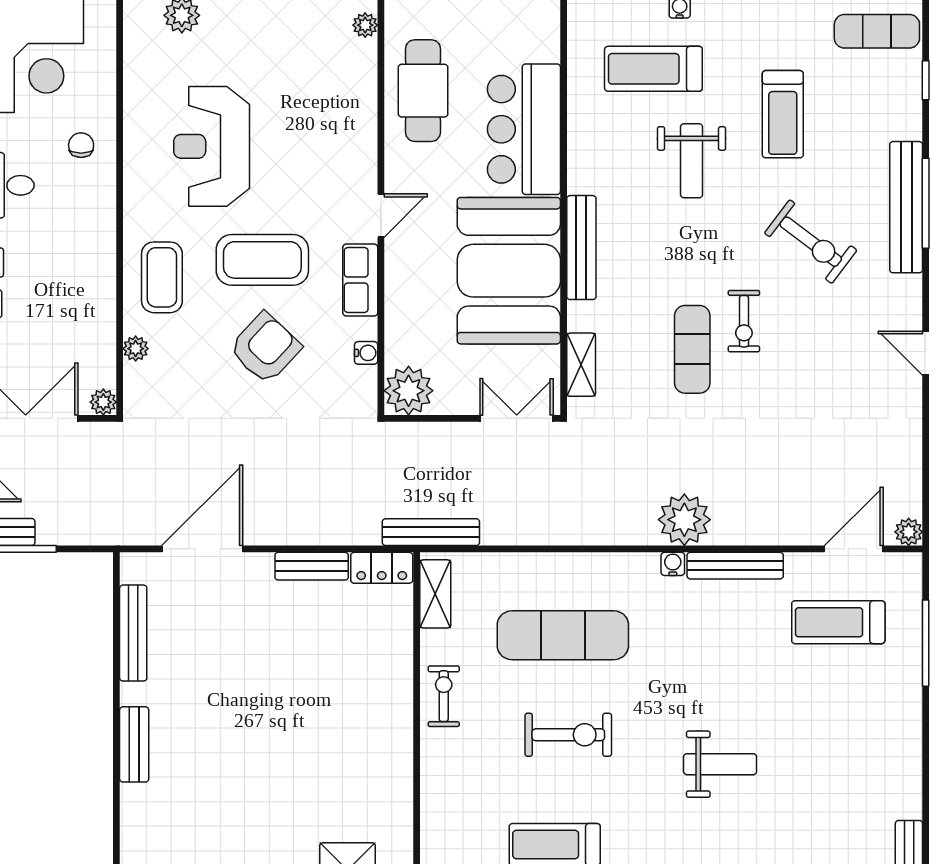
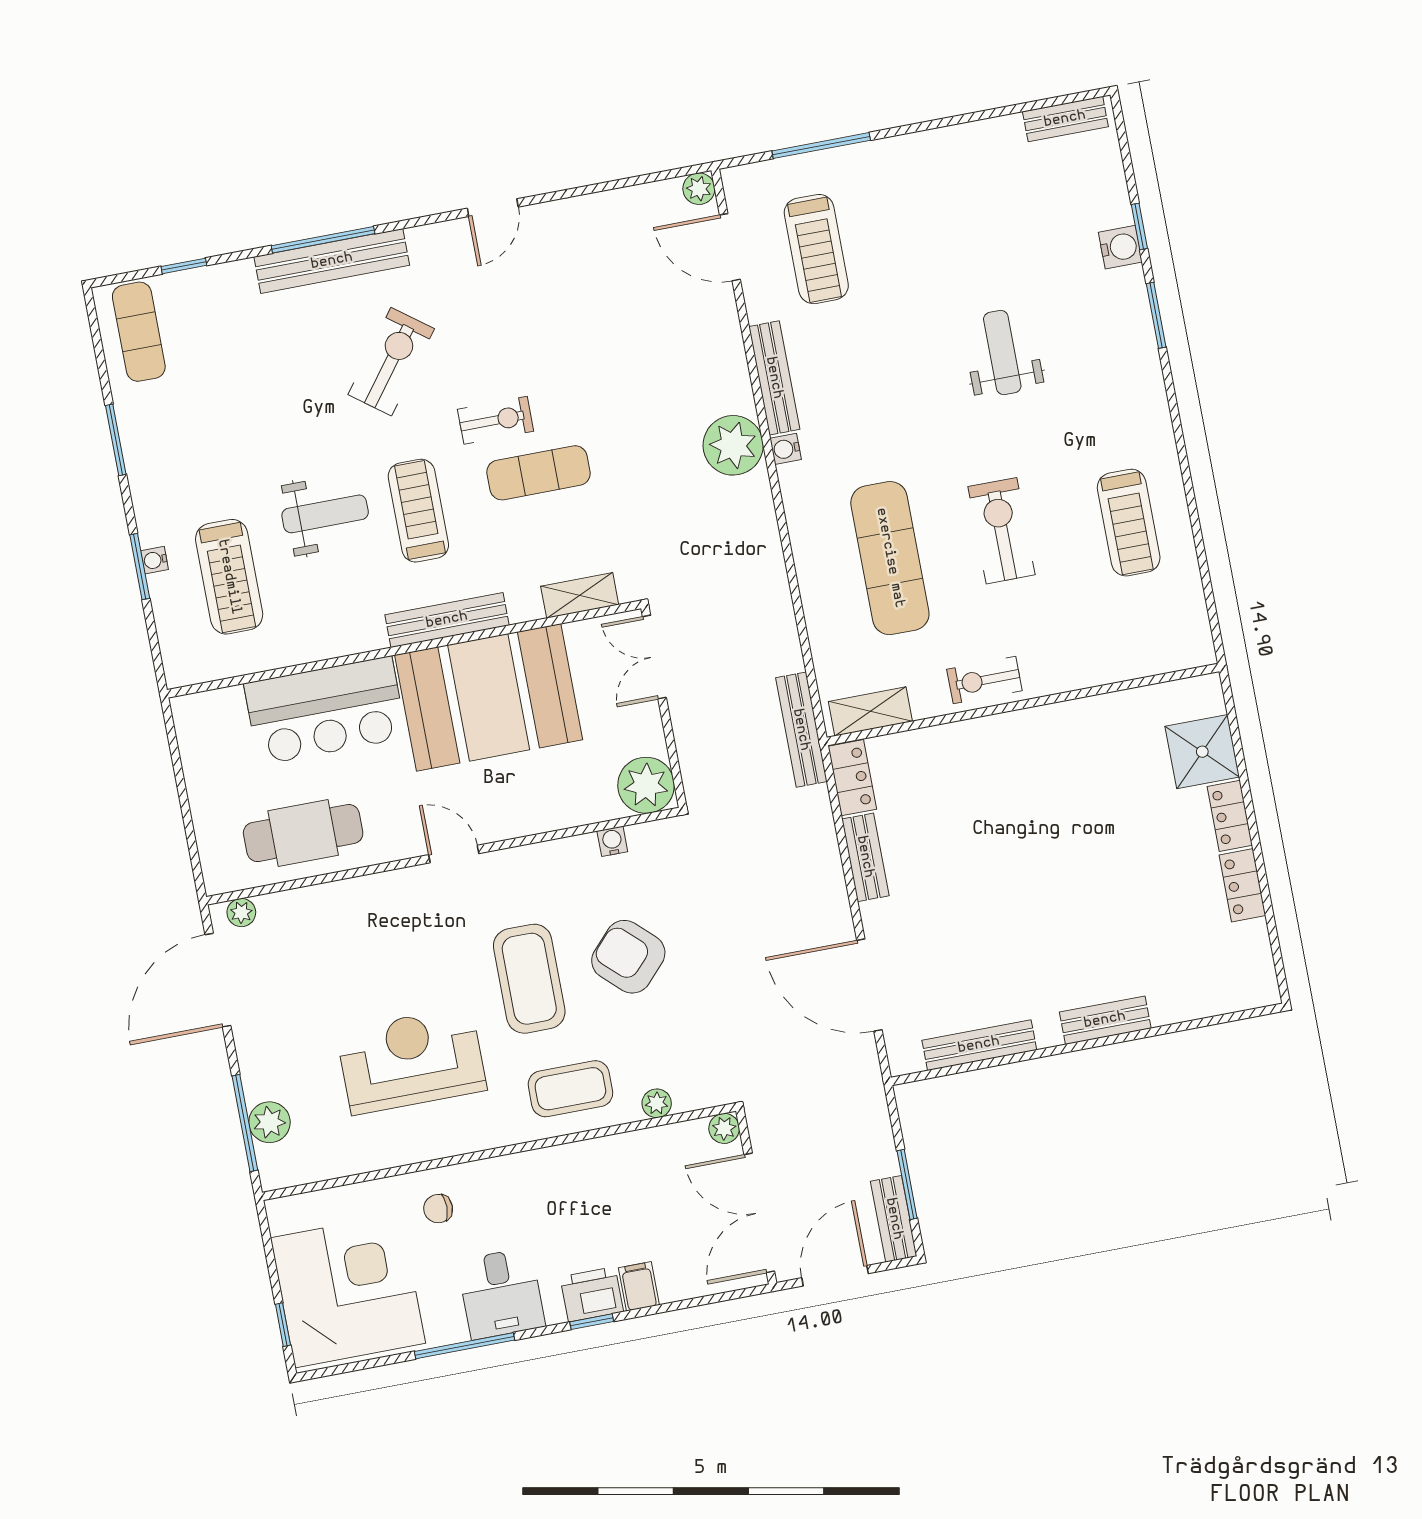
treadmill: (783, 114) -> (418, 511), moved, turned -90
reception desk: (212, 146) -> (411, 1060), turned 180
row of seats: (360, 280) -> (531, 864), removed

